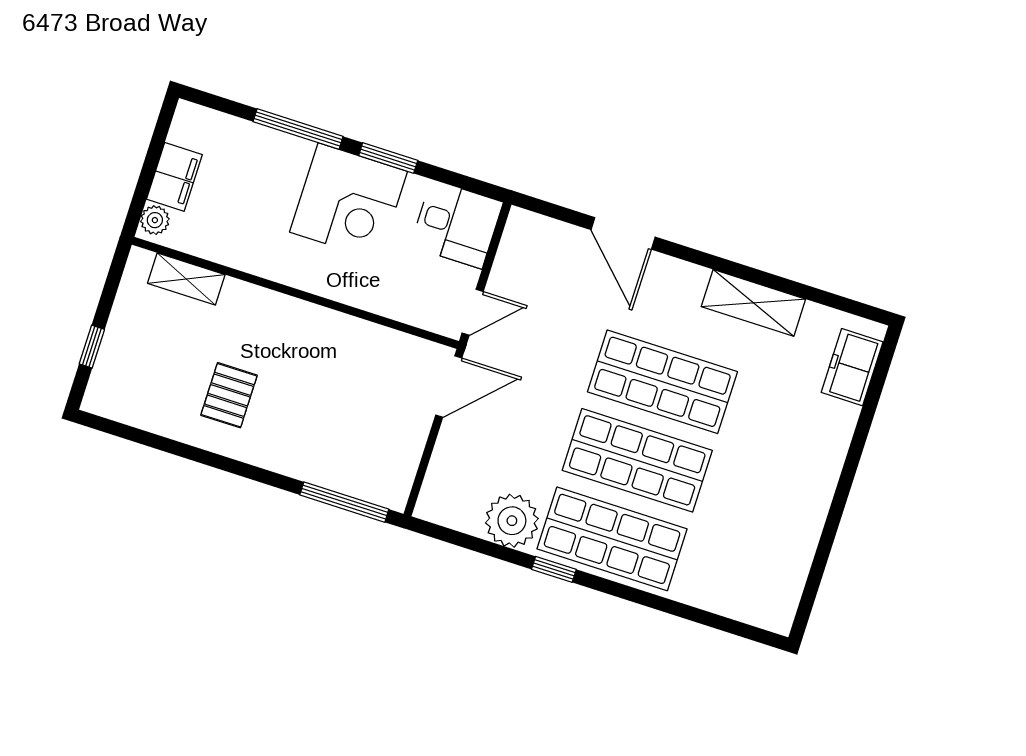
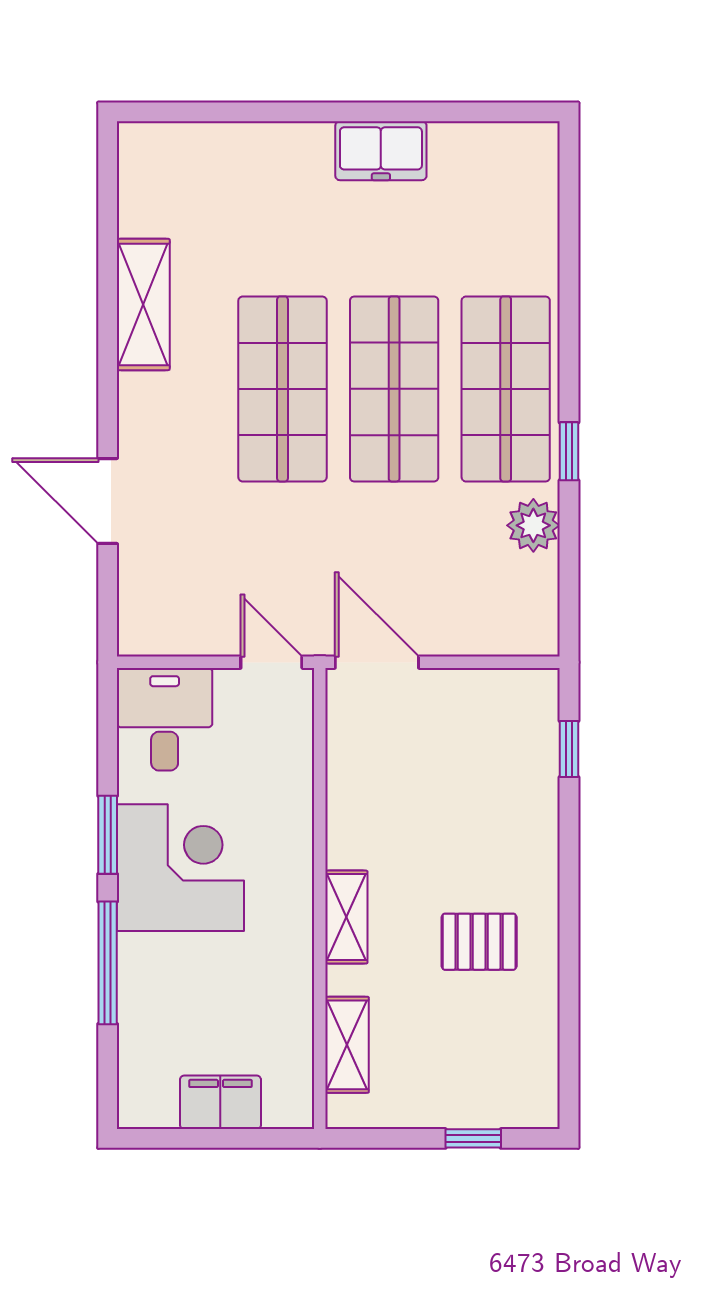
plant: (155, 220) -> (284, 1110), removed
door: (623, 233) -> (108, 501), swing flipped
shelving: (276, 307) -> (346, 917), added
freezer: (852, 367) -> (381, 151), moved
window: (344, 502) -> (569, 749), width x0.46
plant: (512, 521) -> (533, 525), width x0.73, depth x0.73

